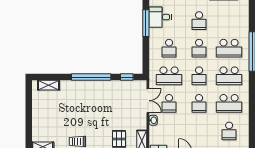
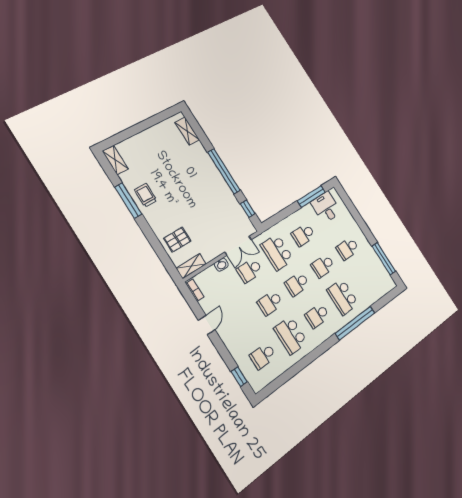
school desk: (229, 76) -> (317, 316), width x0.54

